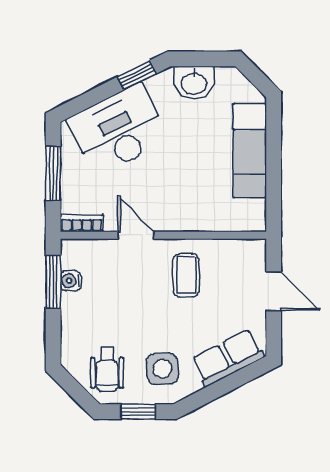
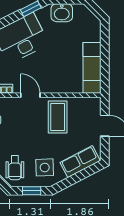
exam couch: (250, 151) -> (92, 68), moved
coffee table: (186, 275) -> (58, 117), width x1.36, depth x1.30

